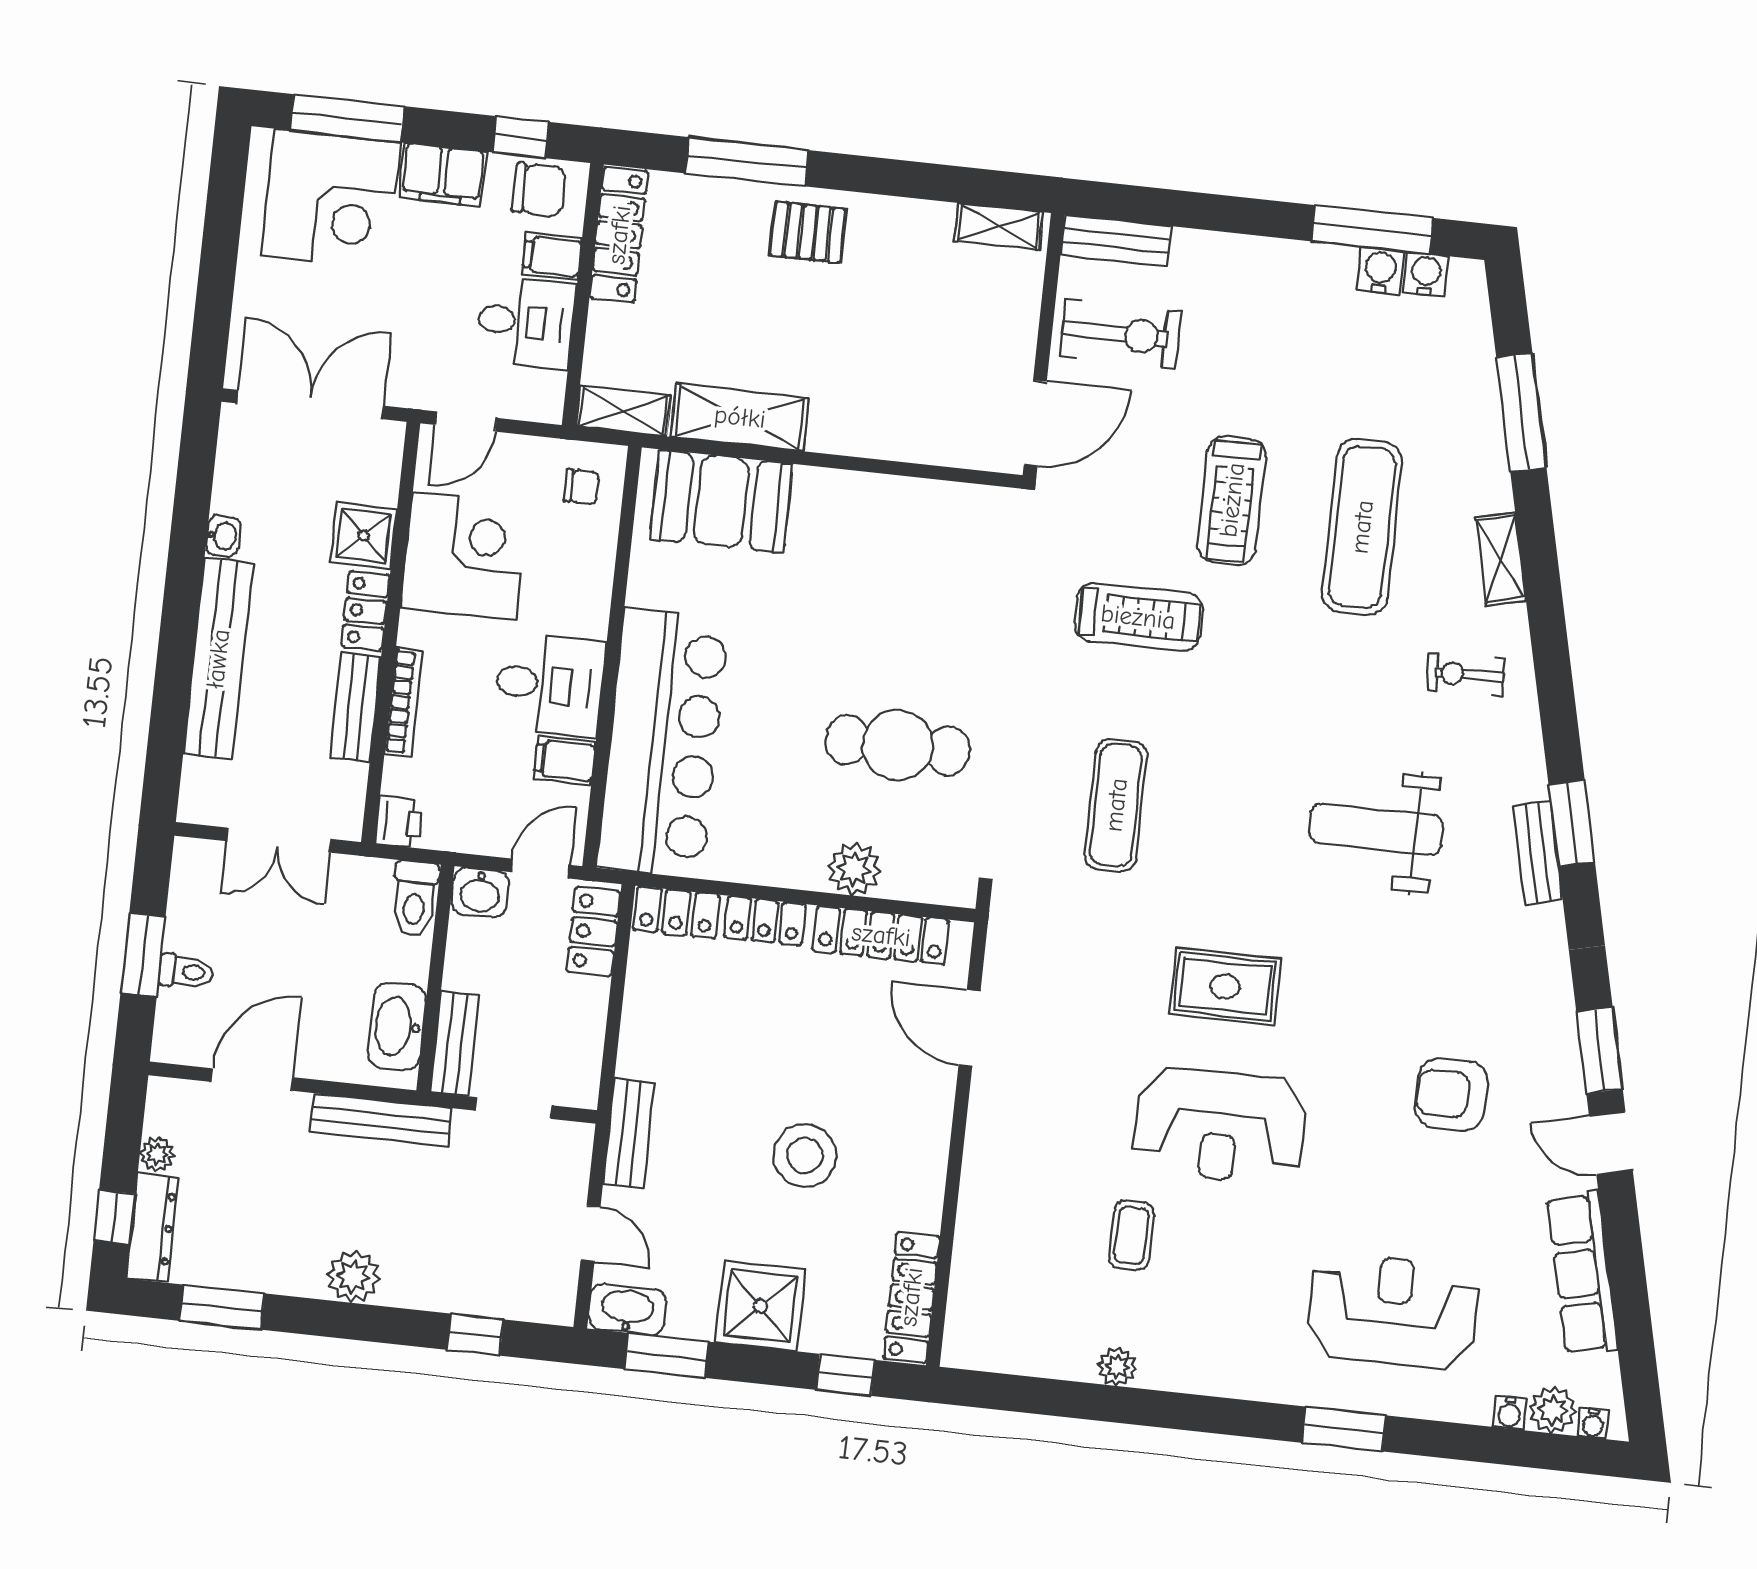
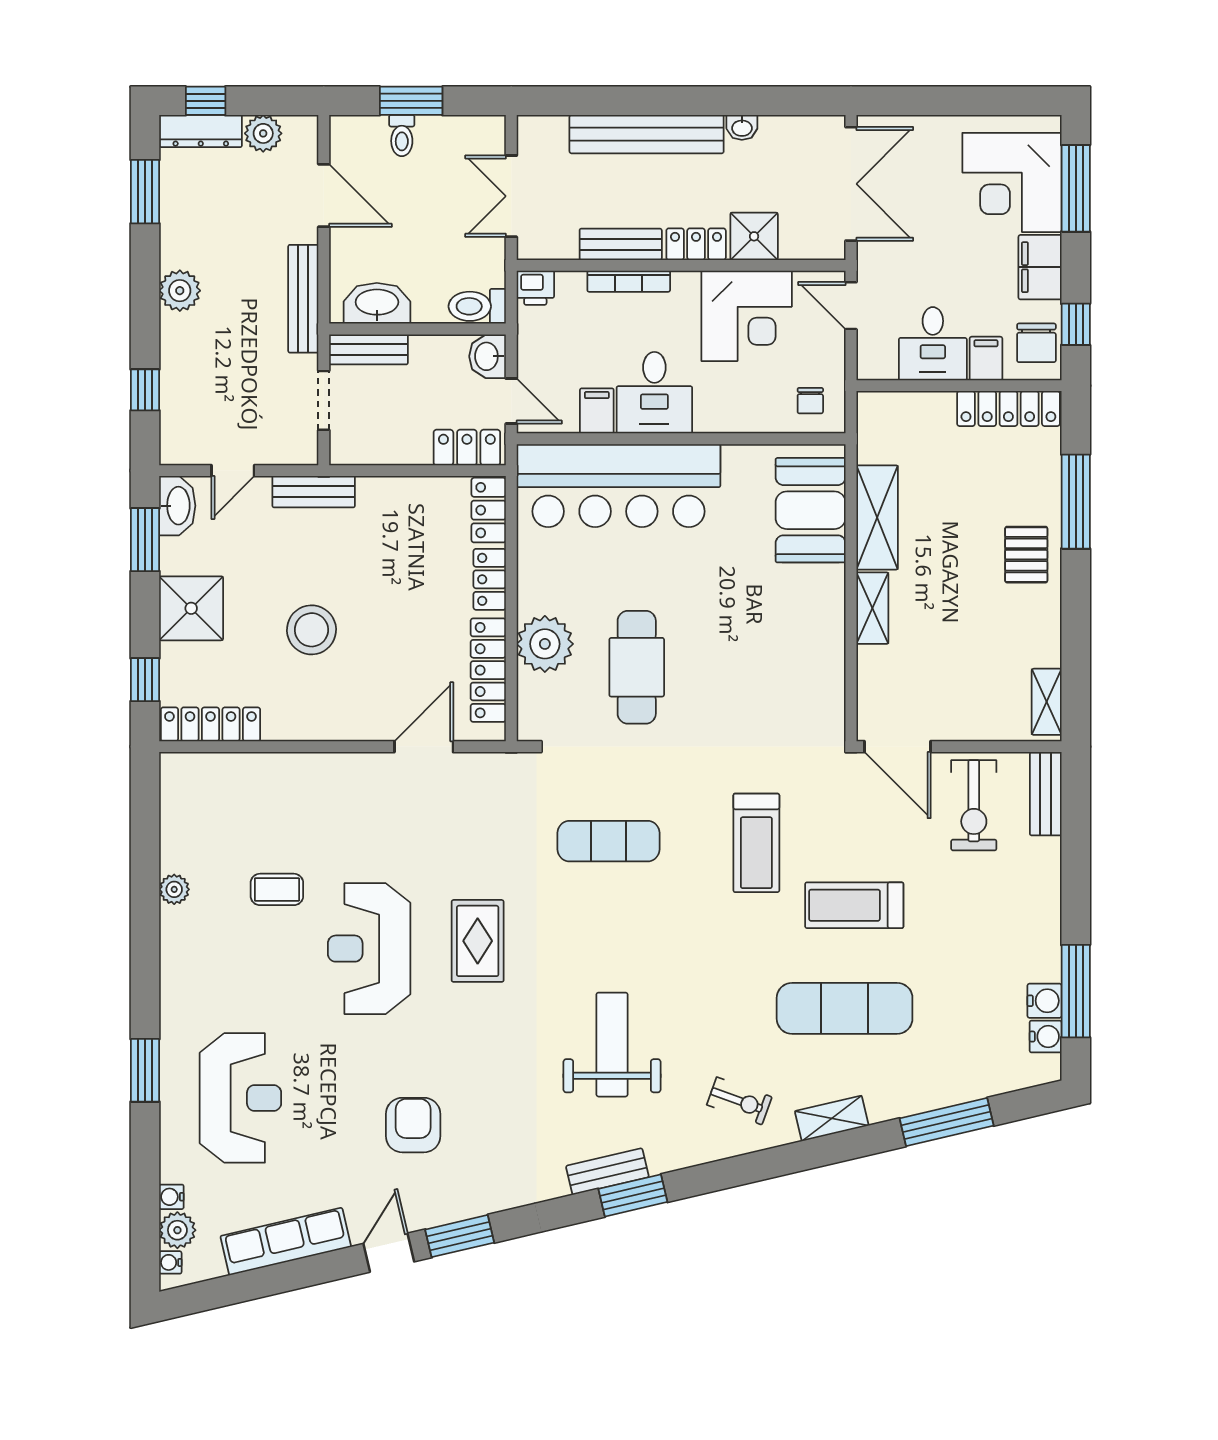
shelving: (623, 411) -> (872, 608), moved
exercise bike: (1466, 674) -> (739, 1101), turned 112
plant: (854, 869) -> (545, 644), width x1.36, depth x1.36
plant: (157, 1154) -> (263, 133), width x1.38, depth x1.38

